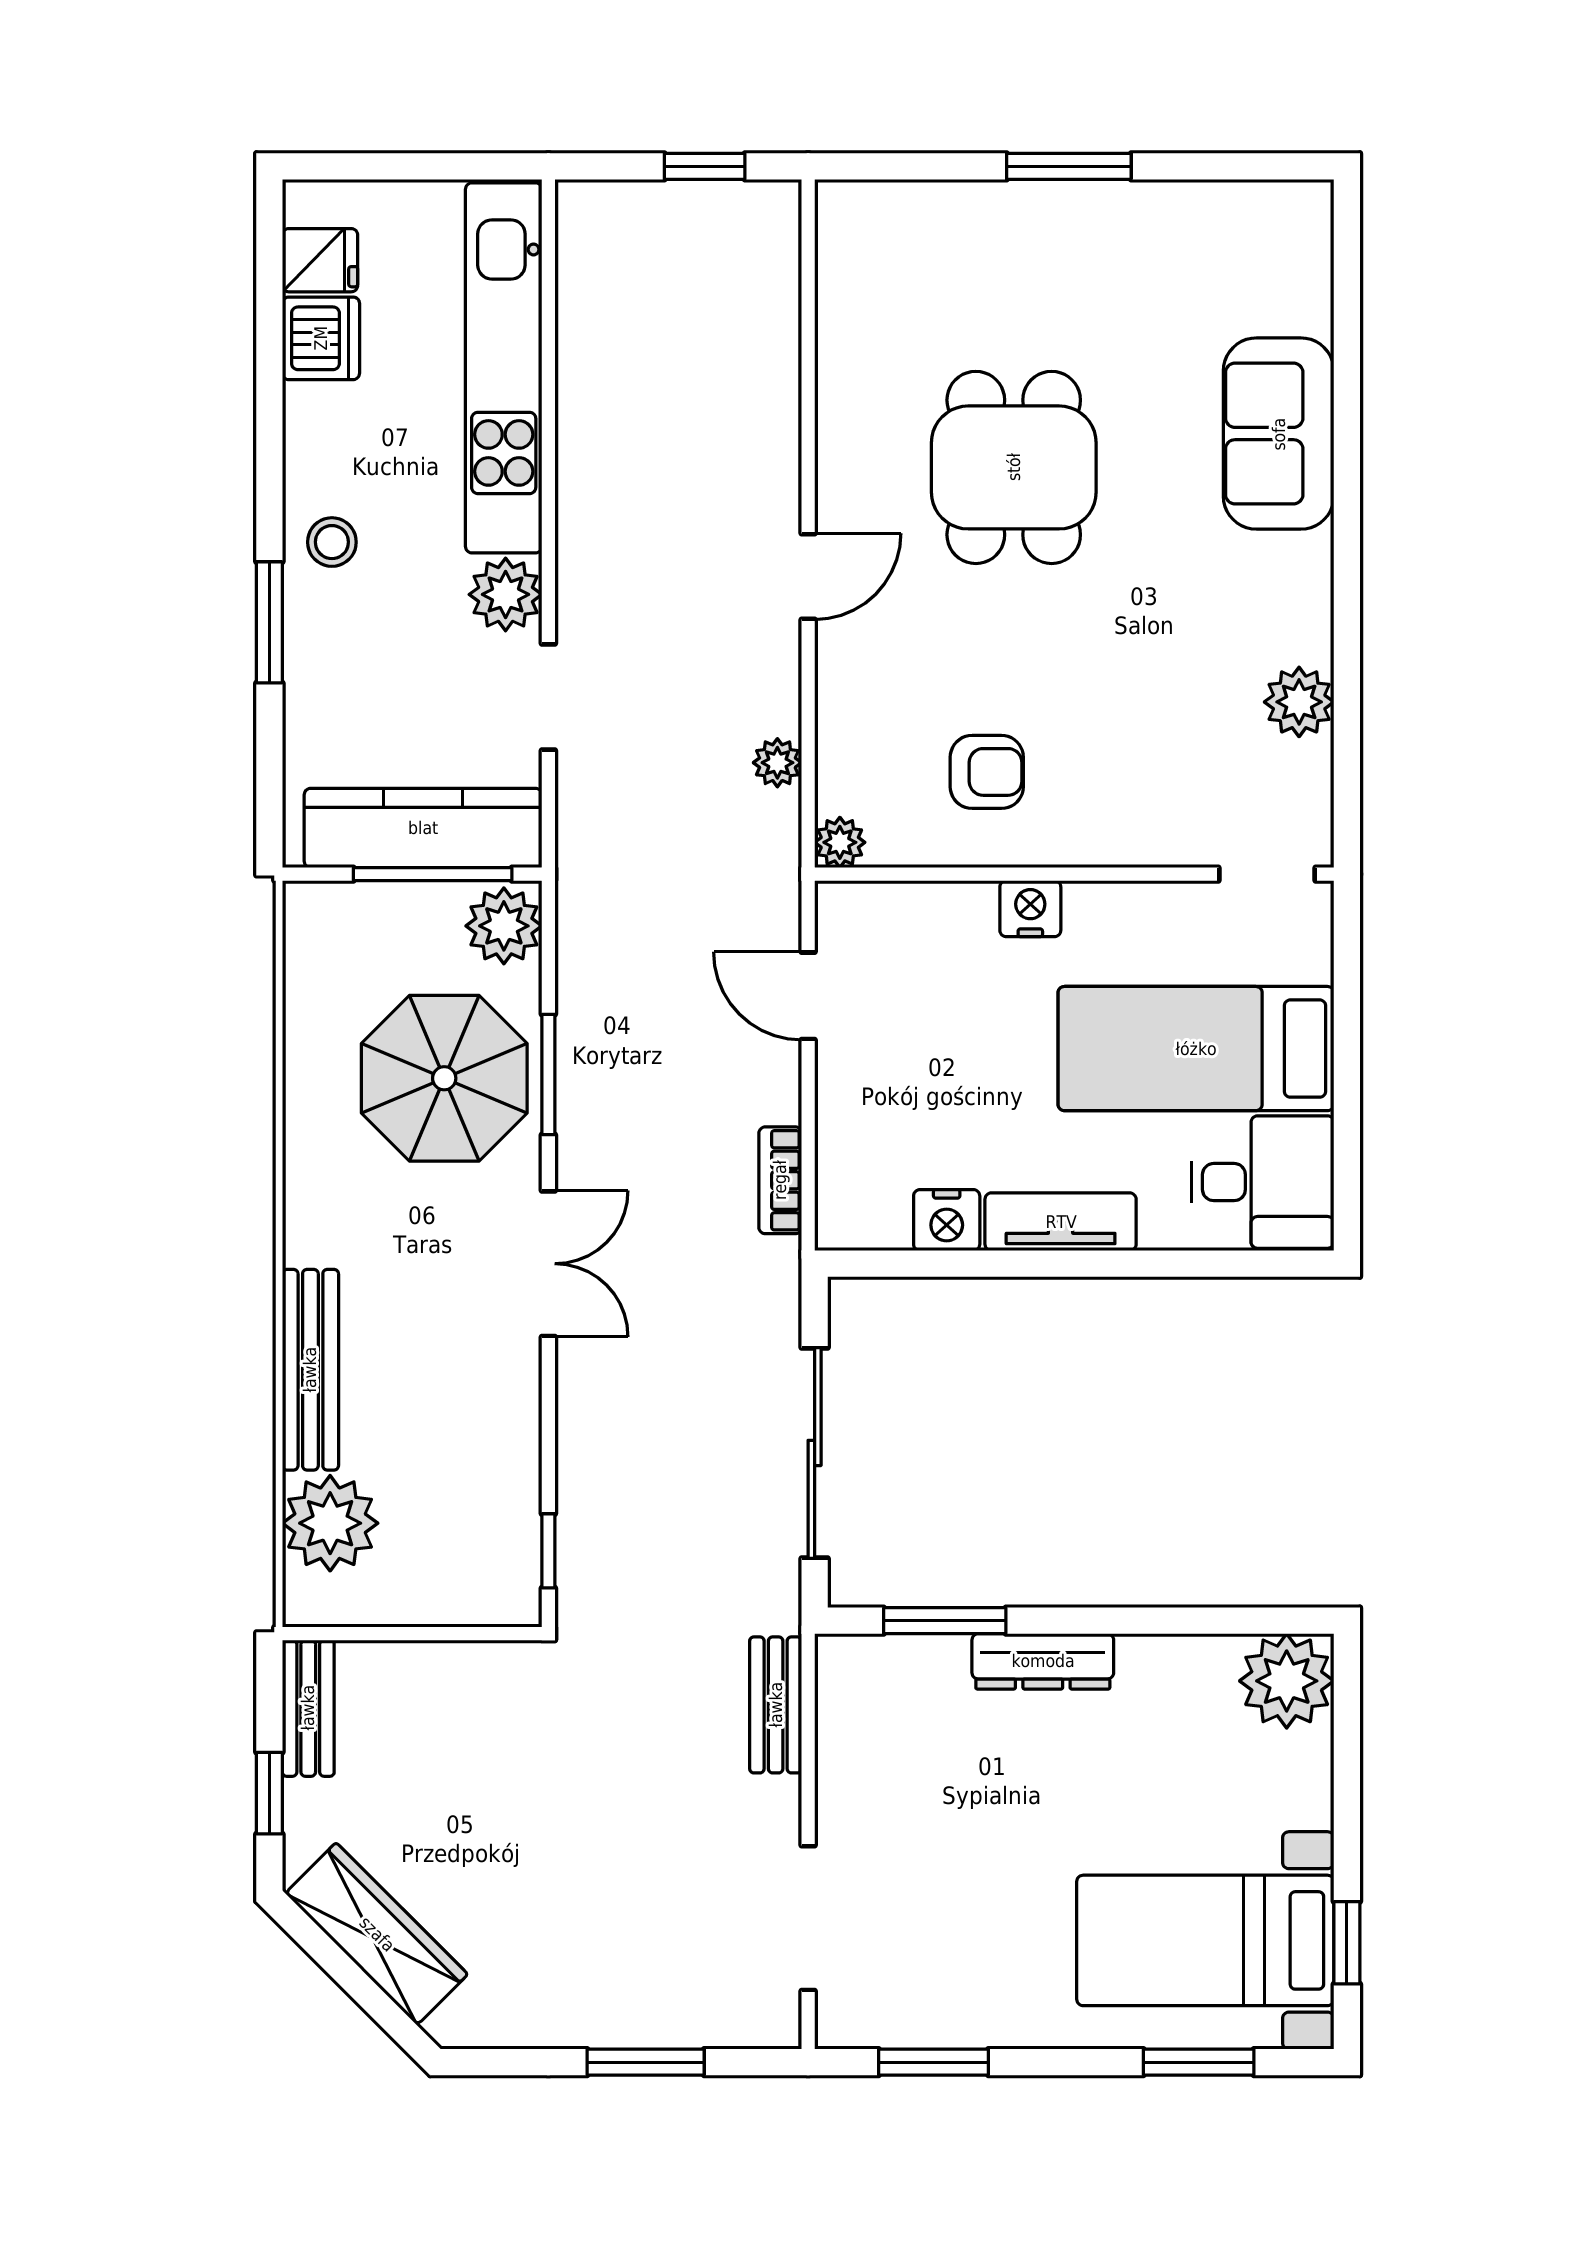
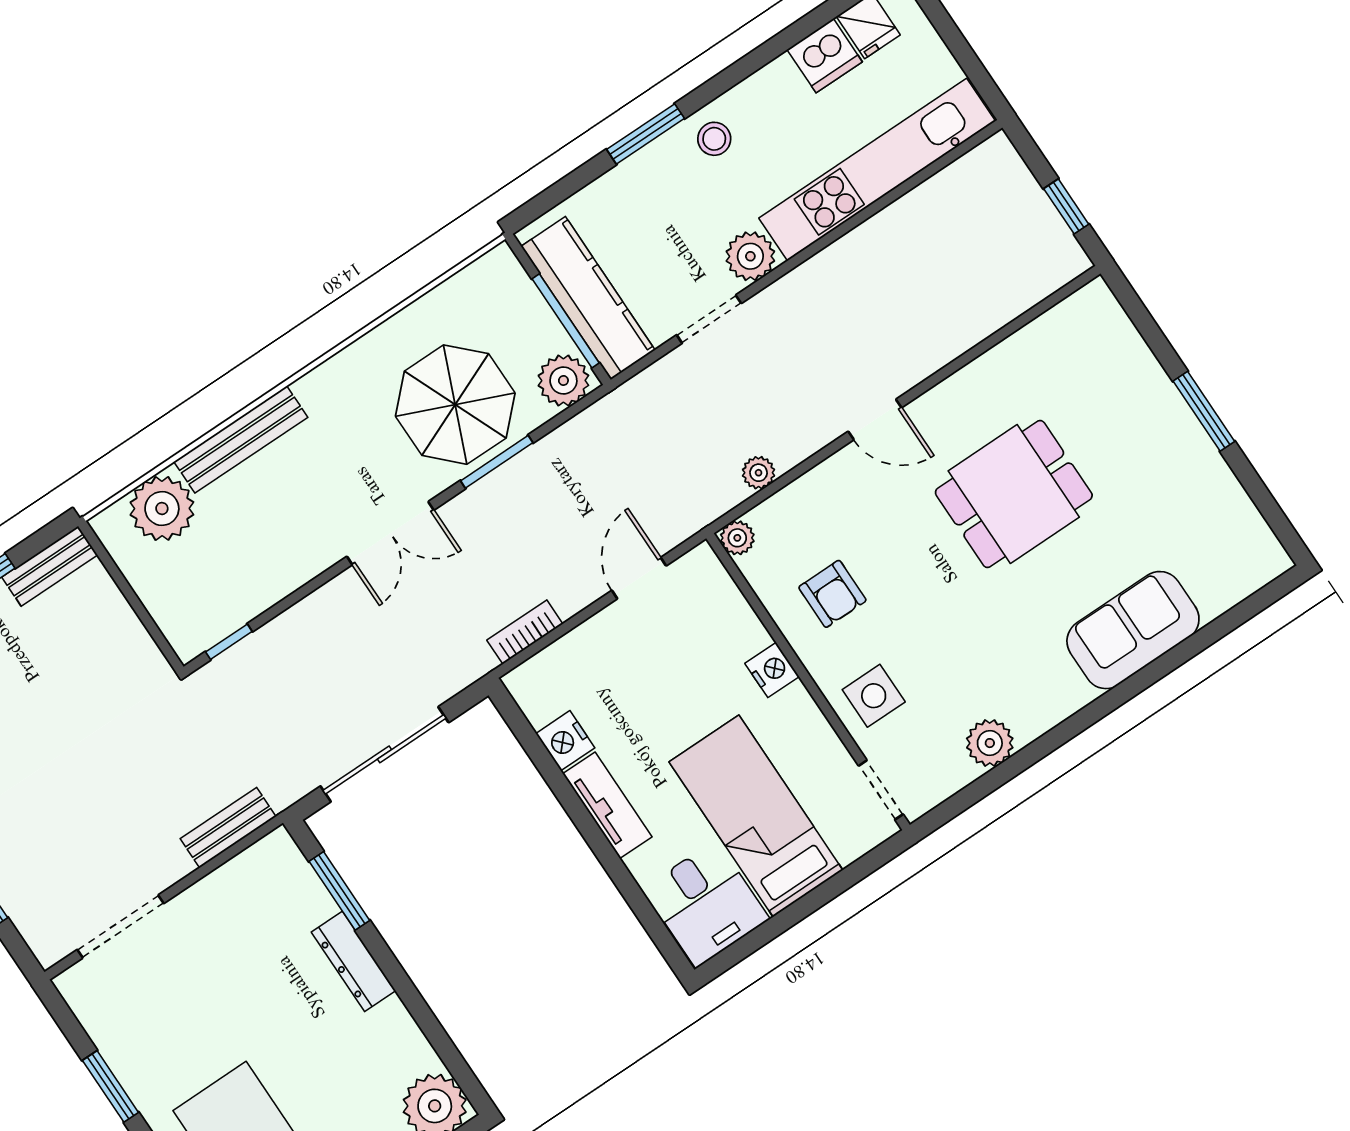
side table: (1146, 805) -> (874, 696), added
window: (933, 2062) -> (110, 1086), moved

